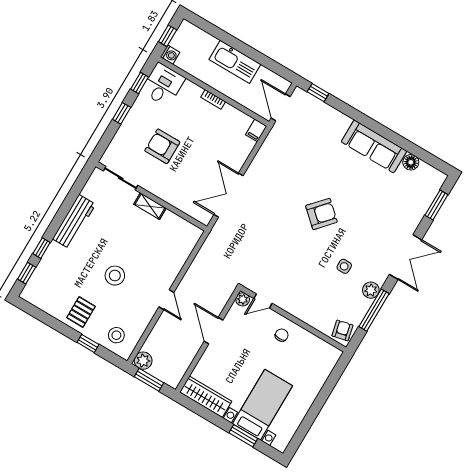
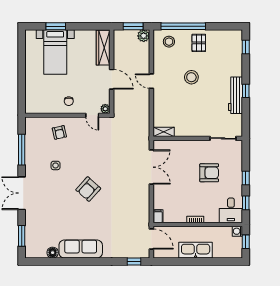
shelving: (150, 206) -> (164, 132), moved
window: (42, 248) -> (246, 91), moved
plant: (371, 290) -> (31, 161), removed
door: (263, 301) -> (92, 115), swing flipped
armchair: (342, 330) -> (59, 132), moved
window: (88, 343) -> (183, 26), width x3.17
wardrobe: (206, 397) -> (103, 48), moved, turned 90

